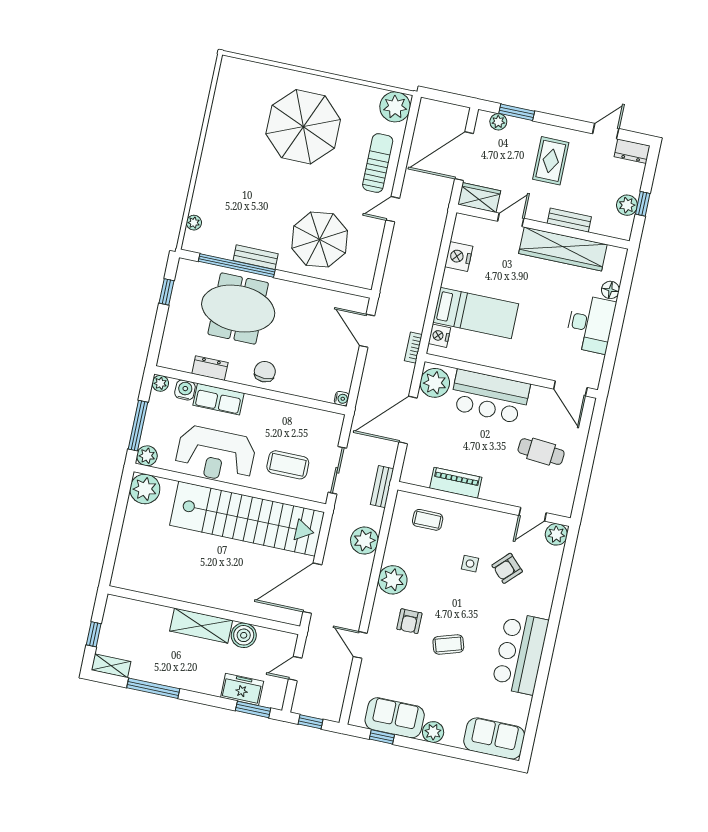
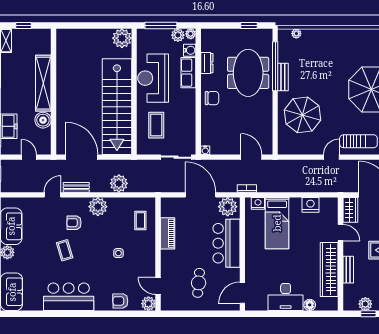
door: (393, 209) -> (331, 157), hinge flipped
door: (367, 331) -> (251, 157), hinge flipped
plant: (147, 456) -> (178, 35), moved
sliding door: (337, 470) -> (176, 157), moved
bench: (382, 487) -> (76, 187), moved
armchair: (507, 568) -> (120, 301), moved, turned -46
shelving: (201, 626) -> (43, 83), width x1.47

